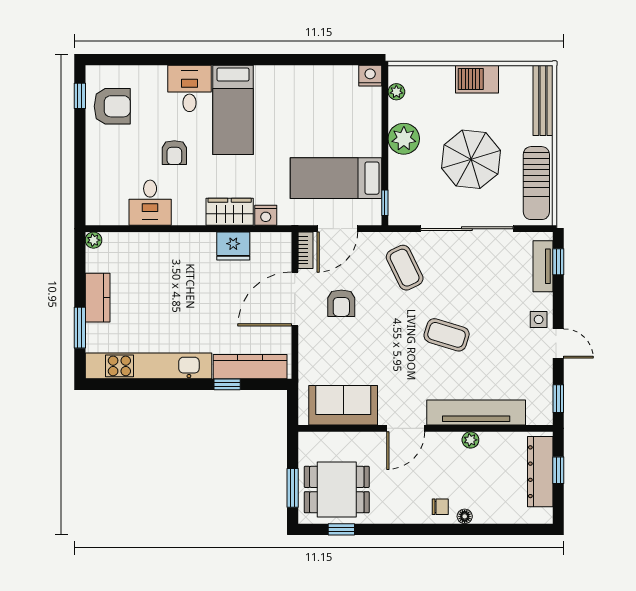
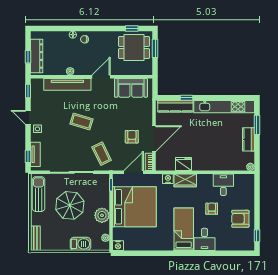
barbecue: (477, 79) -> (80, 244), moved
bench: (543, 100) -> (35, 238), width x0.73
armchair: (112, 106) -> (240, 219), moved
bed: (336, 178) -> (134, 207), width x2.04

